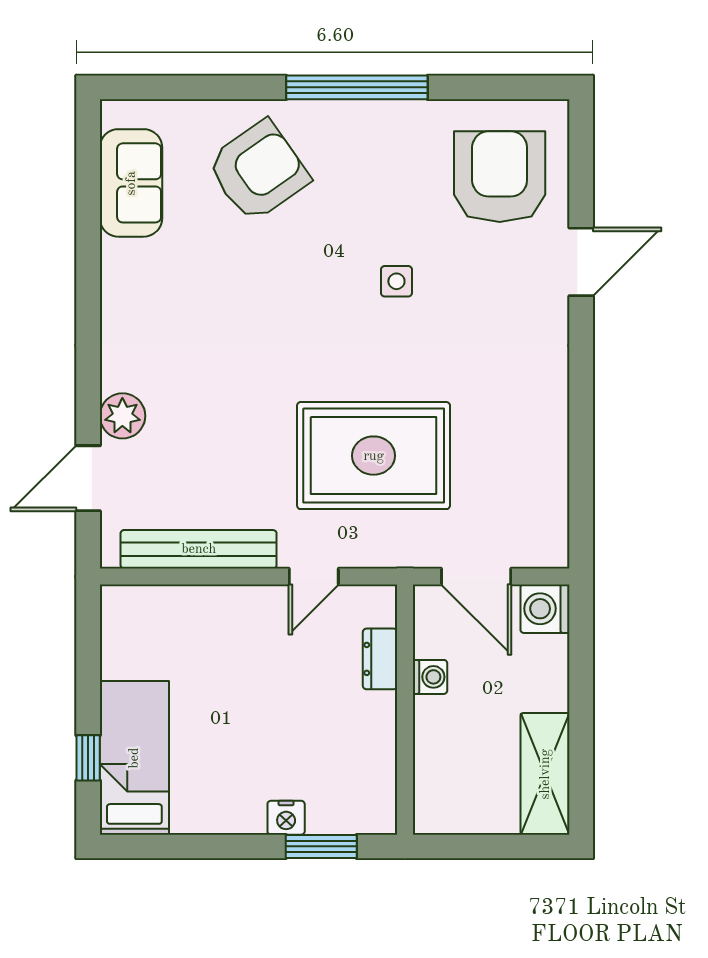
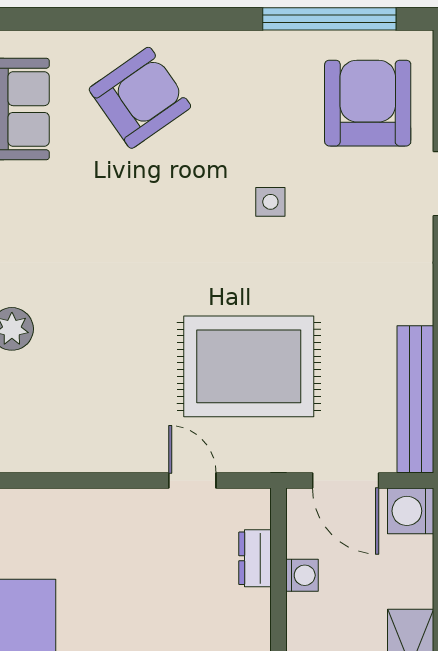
window: (357, 87) -> (329, 19), moved
bench: (199, 549) -> (415, 399), moved, turned 90
door: (314, 576) -> (192, 480), swing flipped

